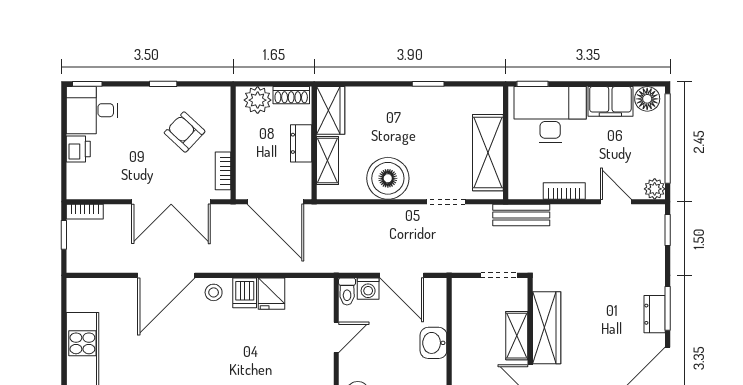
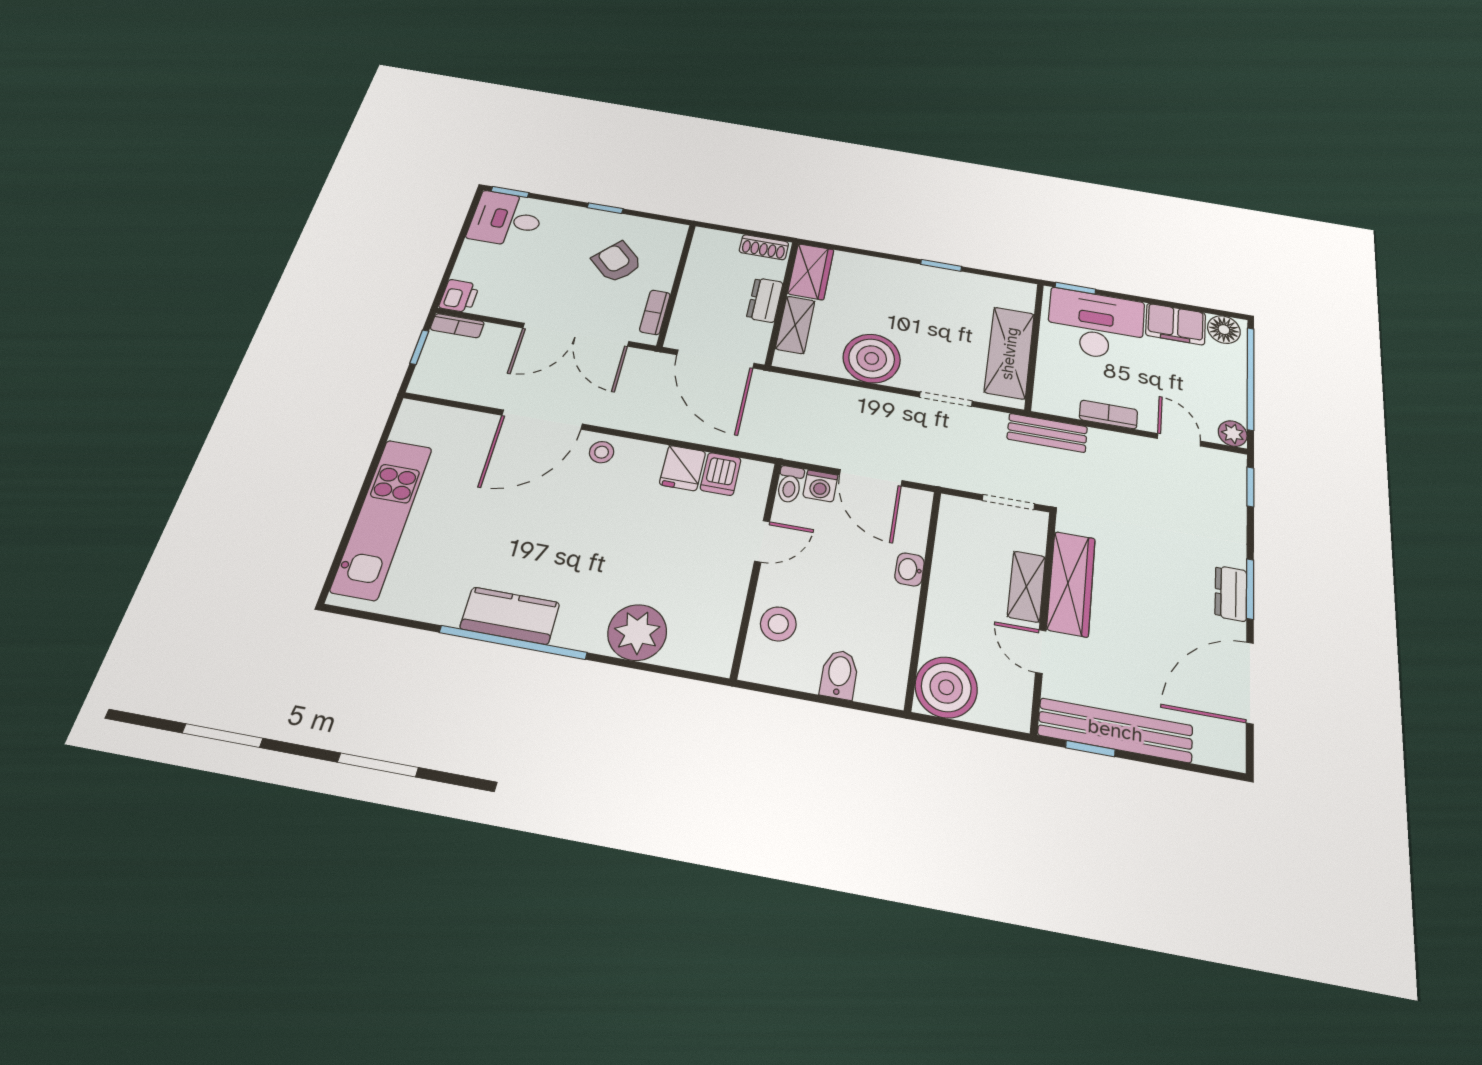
plant: (258, 100) -> (720, 245), removed
printer: (78, 149) -> (459, 296), moved
dishwasher: (245, 293) -> (721, 474), moved
washbasin: (433, 343) -> (910, 569), width x0.72, depth x0.69

